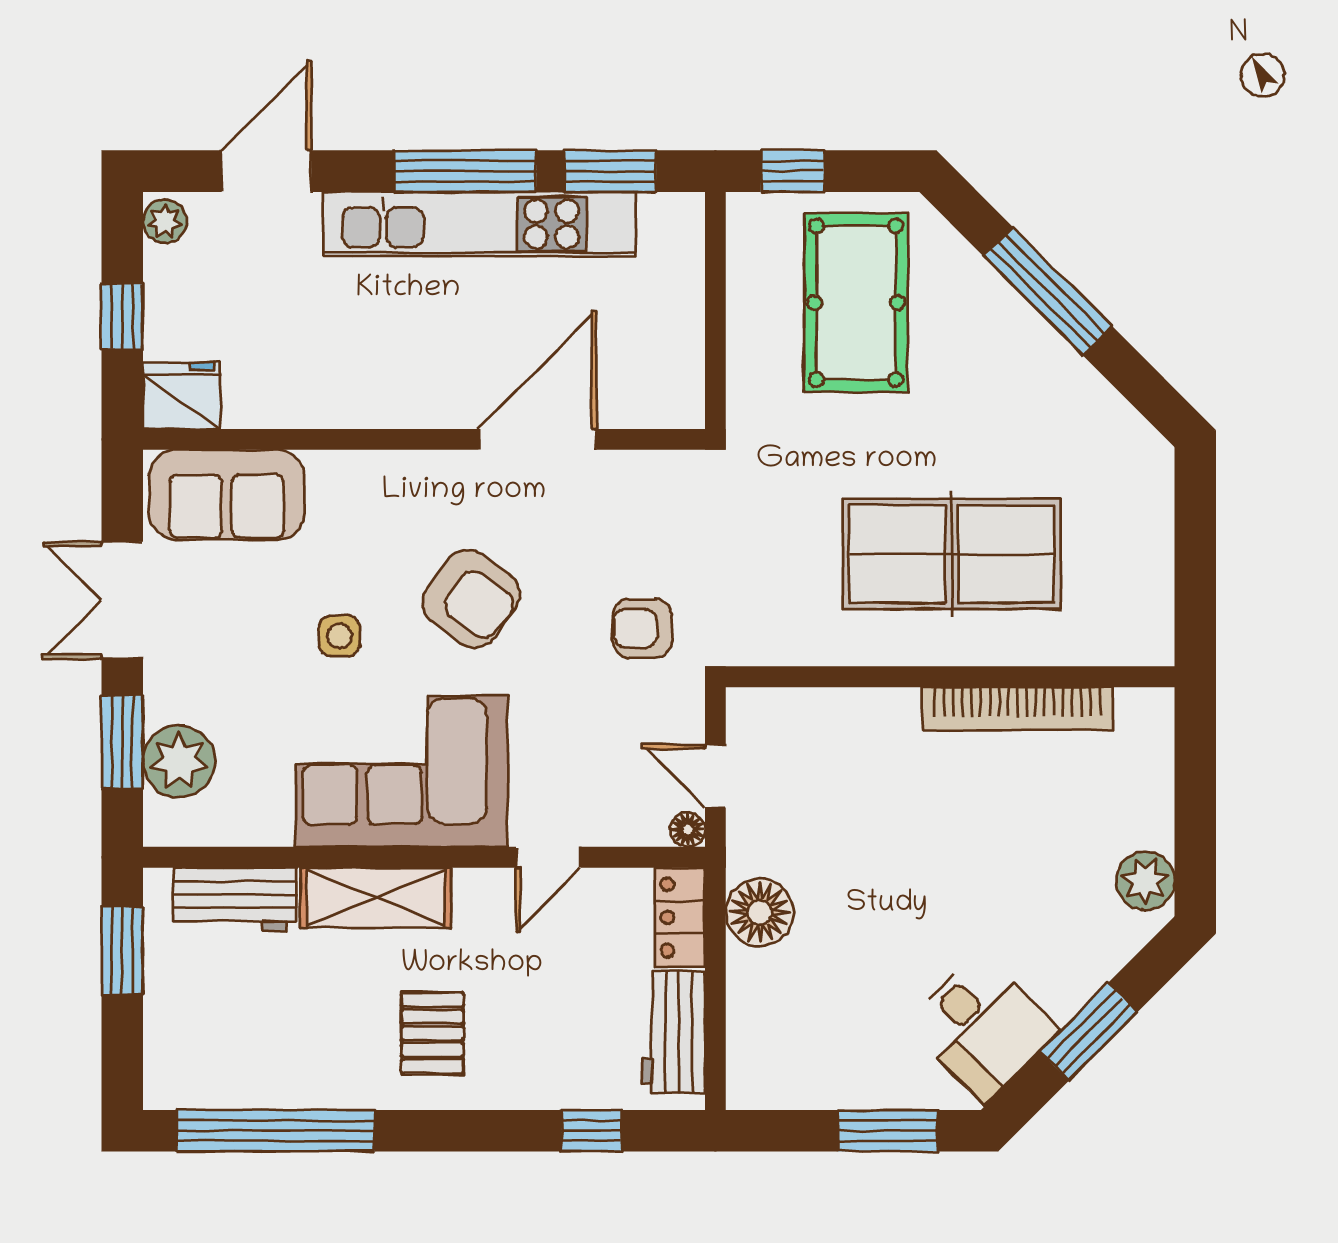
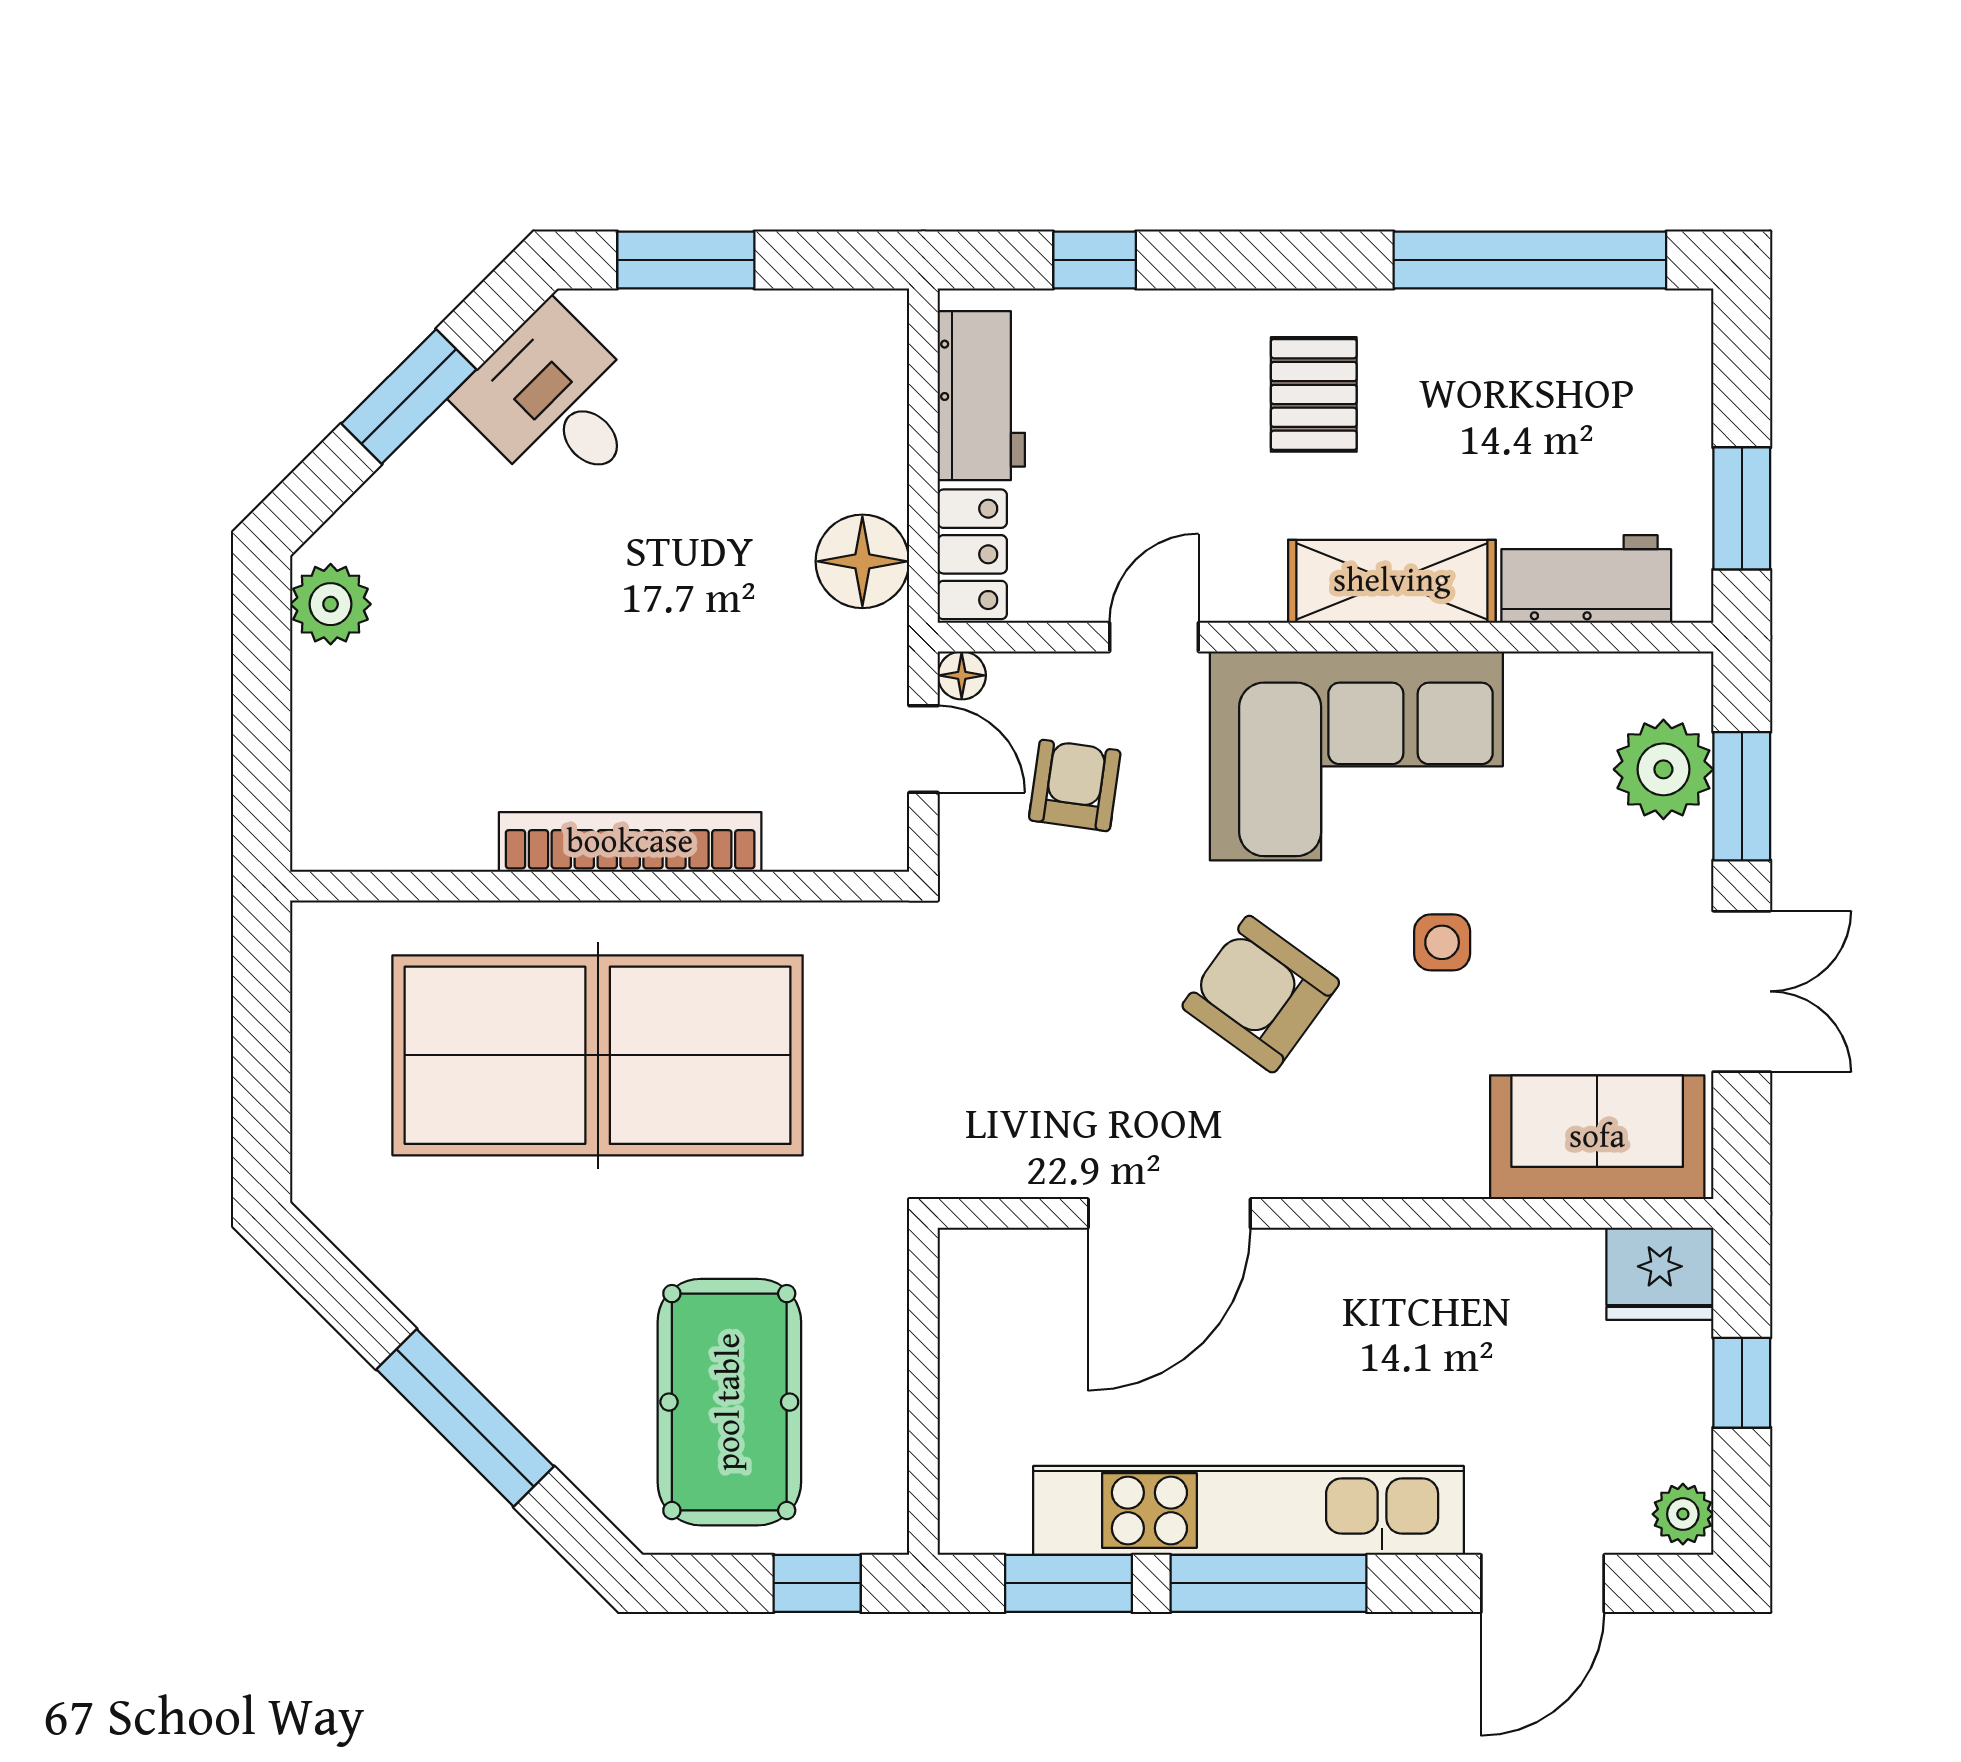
table tennis table: (952, 554) -> (598, 1055), width x1.36, depth x1.32
armchair: (642, 628) -> (1075, 785), moved, turned -82
bookcase: (1017, 709) -> (630, 842), moved

